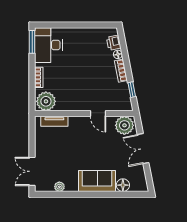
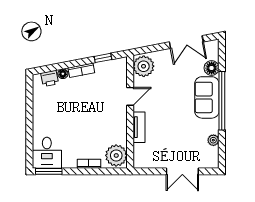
desk: (48, 45) -> (47, 153), width x0.73
tv unit: (54, 121) -> (139, 127), moved
double door: (143, 149) -> (186, 42), moved
double door: (32, 171) -> (182, 171), moved
window: (94, 194) -> (222, 101), added

